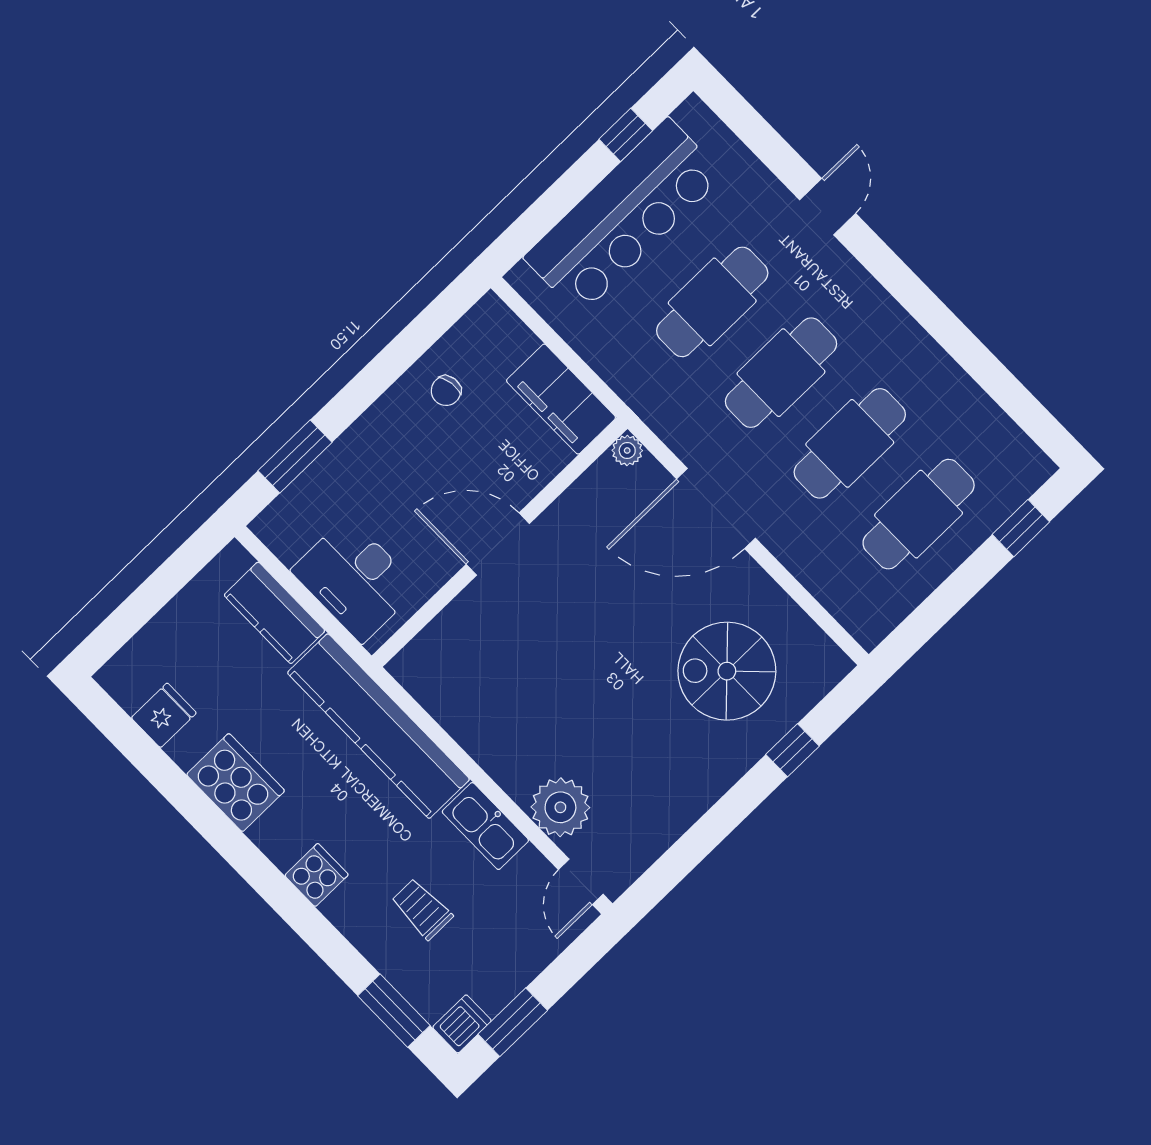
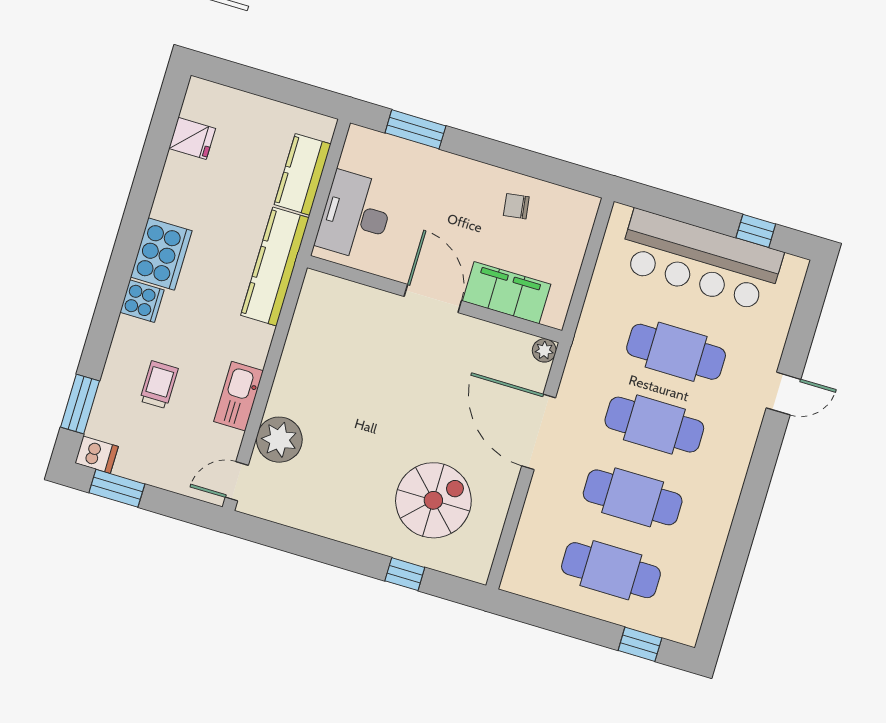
filing cabinet: (561, 399) -> (507, 293), moved, turned 90
spiral stairs: (727, 671) -> (433, 500), turned 90
kitchen counter: (378, 726) -> (275, 267), width x0.72, depth x0.86
cooker: (236, 783) -> (161, 254), moved

